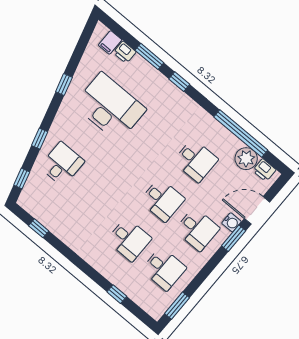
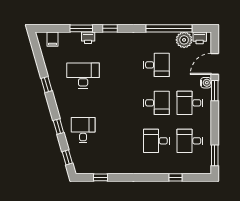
printer: (125, 52) -> (88, 38), moved
desk: (110, 107) -> (83, 75), width x0.73, depth x0.77
desk: (197, 229) -> (190, 103), turned 180
desk: (129, 239) -> (156, 141), turned 180
desk: (164, 269) -> (190, 141), turned 180

